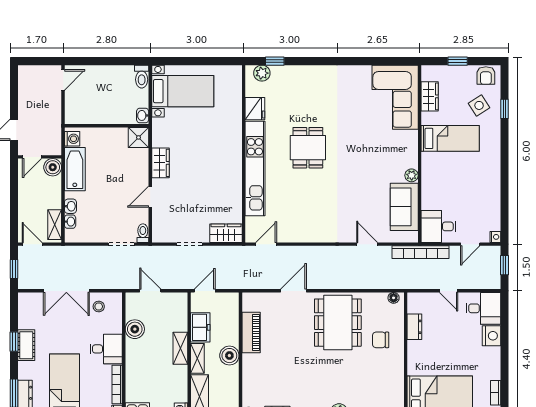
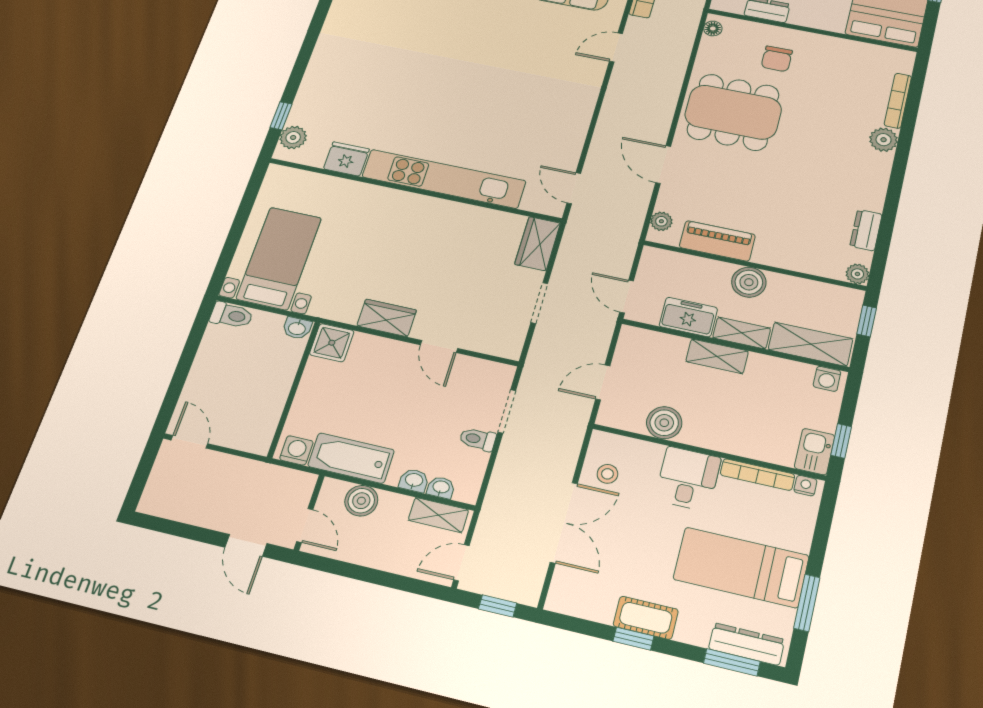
dining table: (308, 148) -> (435, 98), removed
boiler: (53, 167) -> (361, 501), moved
toilet: (143, 233) -> (478, 439), moved
plant: (256, 299) -> (661, 221), added

